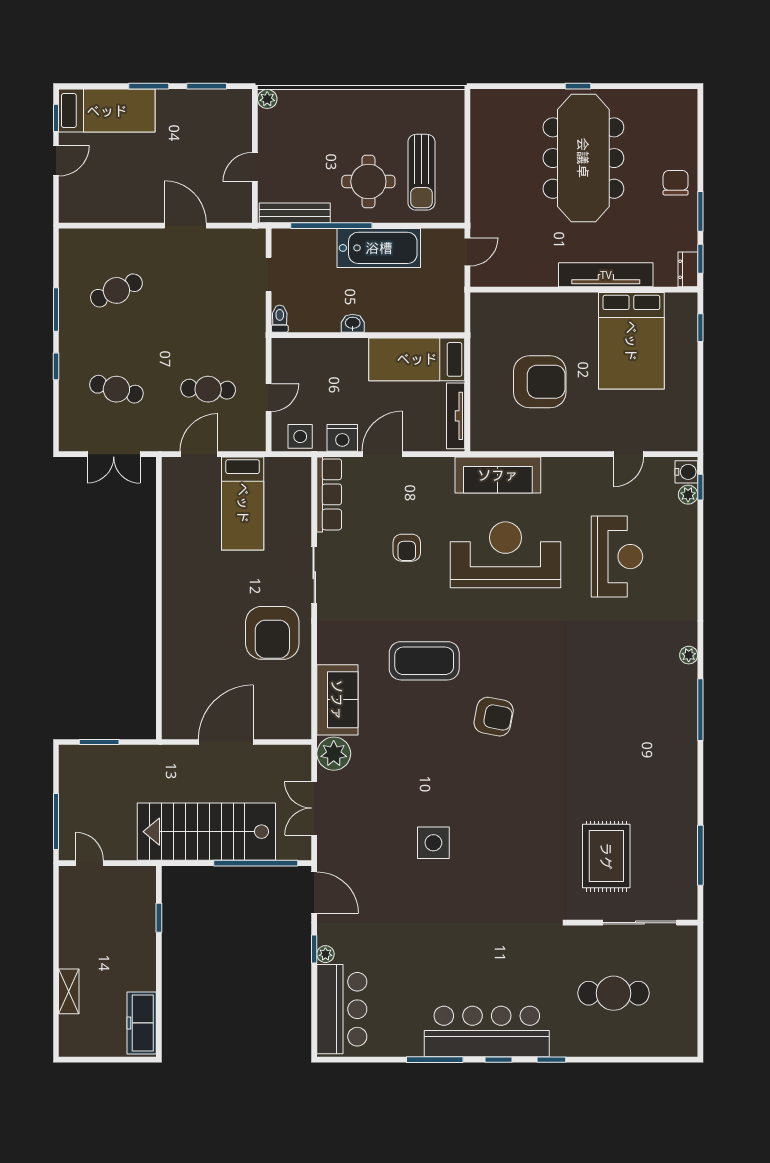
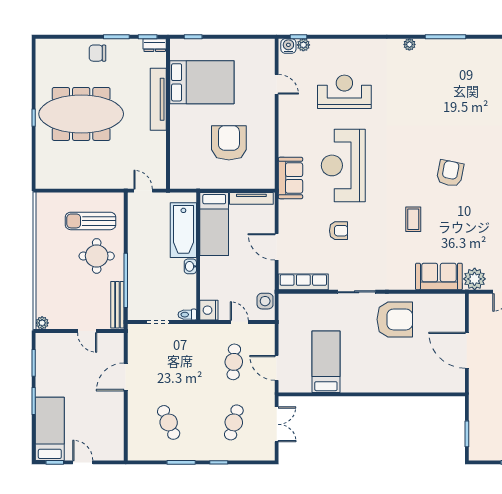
sun lounger: (421, 172) -> (91, 221), turned 180
bathtub: (379, 248) -> (183, 230), moved, turned 180
nightstand: (342, 438) -> (209, 310), moved, turned 180
sofa: (498, 475) -> (290, 178), width x0.73
bed: (243, 503) -> (326, 362), moved, turned -90
coffee table: (424, 661) -> (413, 219), width x0.54, depth x0.58

